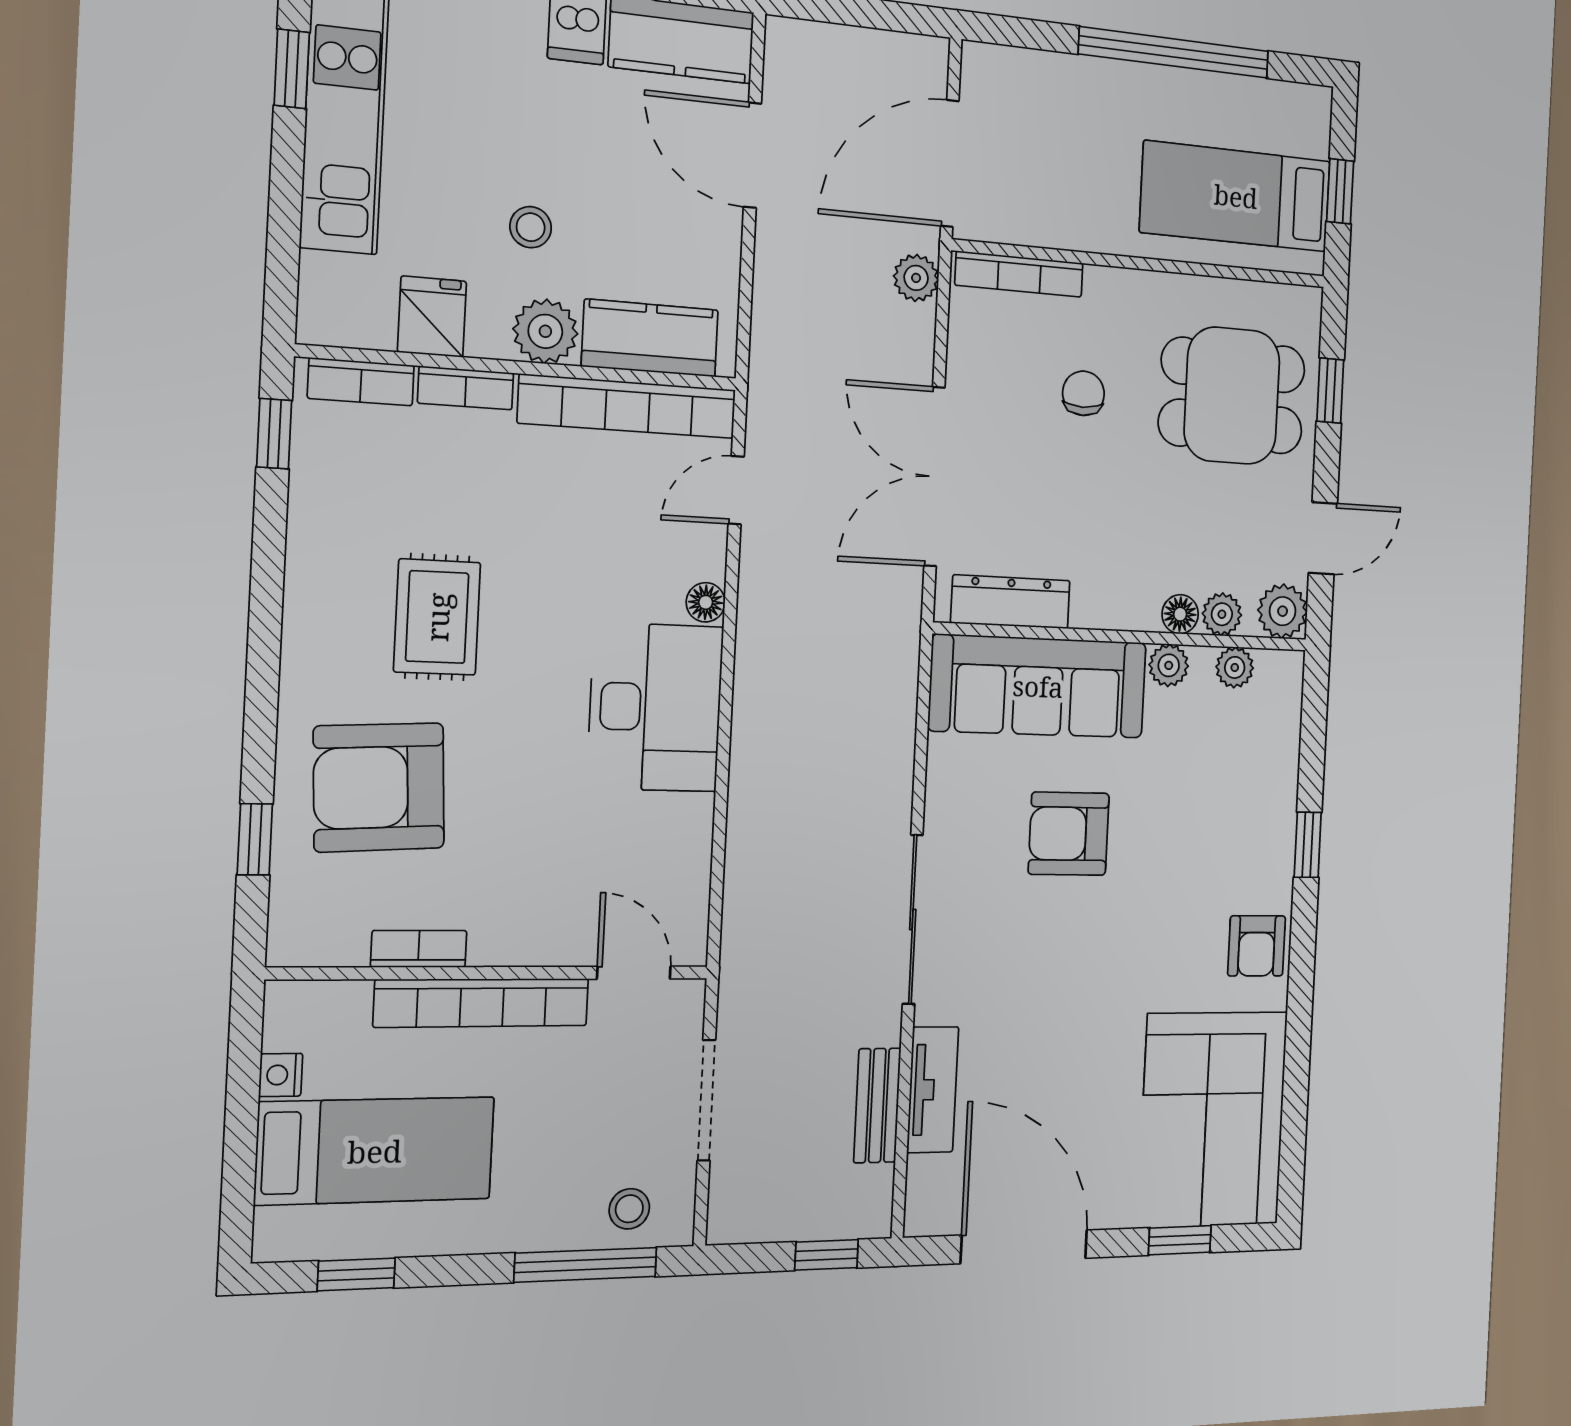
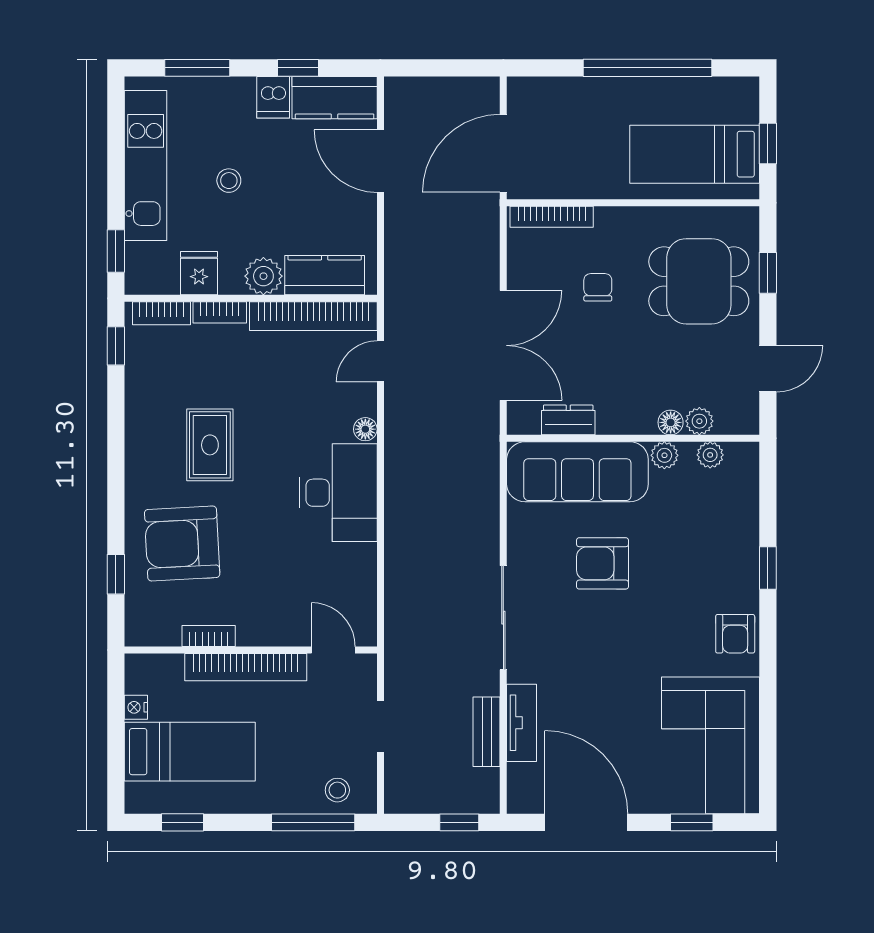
window: (292, 69) -> (116, 251), moved
stool: (531, 227) -> (229, 181), moved
plant: (916, 278) -> (485, 225), removed
double door: (934, 477) -> (503, 345), swing flipped
dresser: (1011, 602) -> (568, 420), width x0.70
plant: (1283, 611) -> (742, 417), removed
doorway: (706, 1100) -> (380, 727), width x0.73

